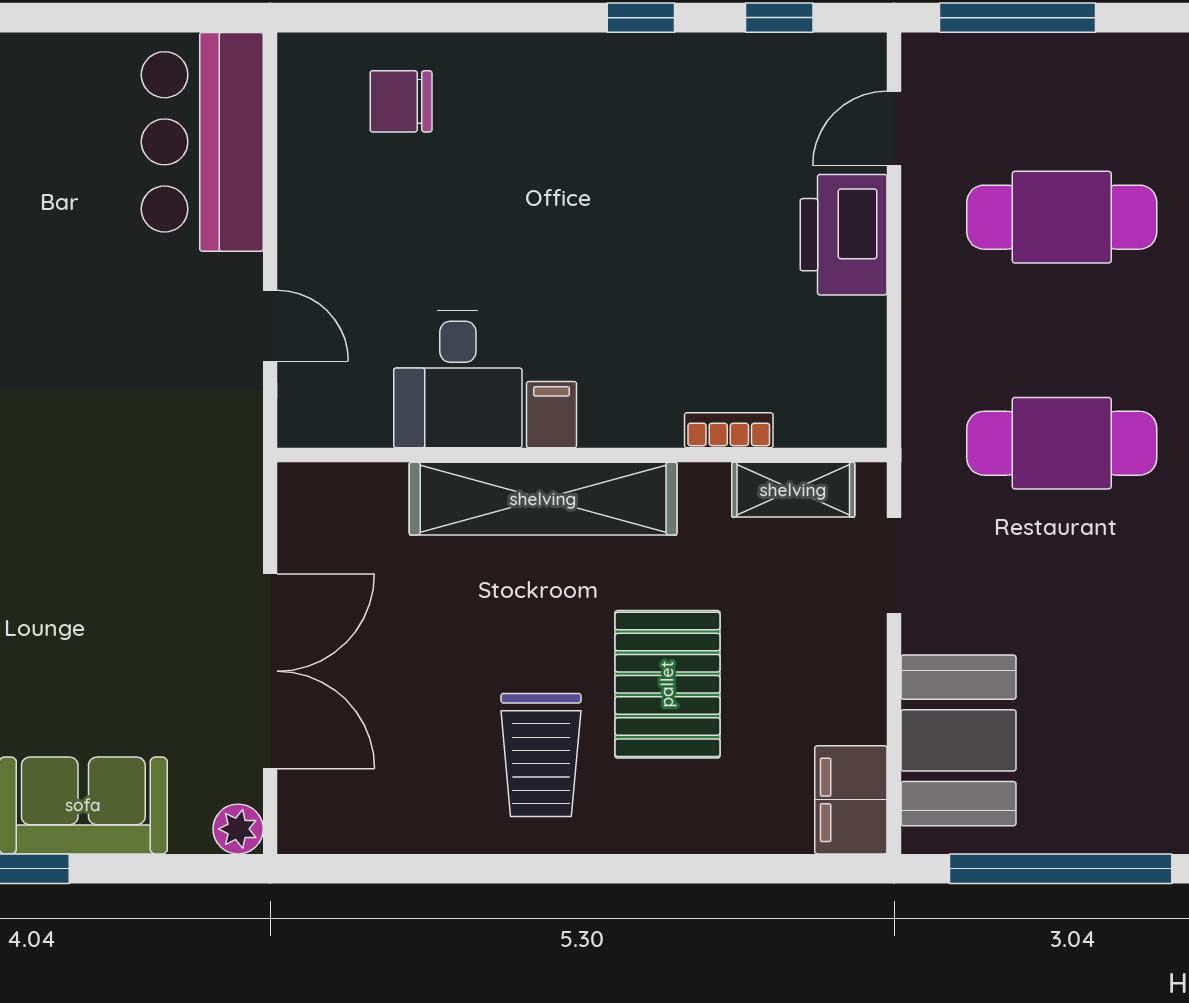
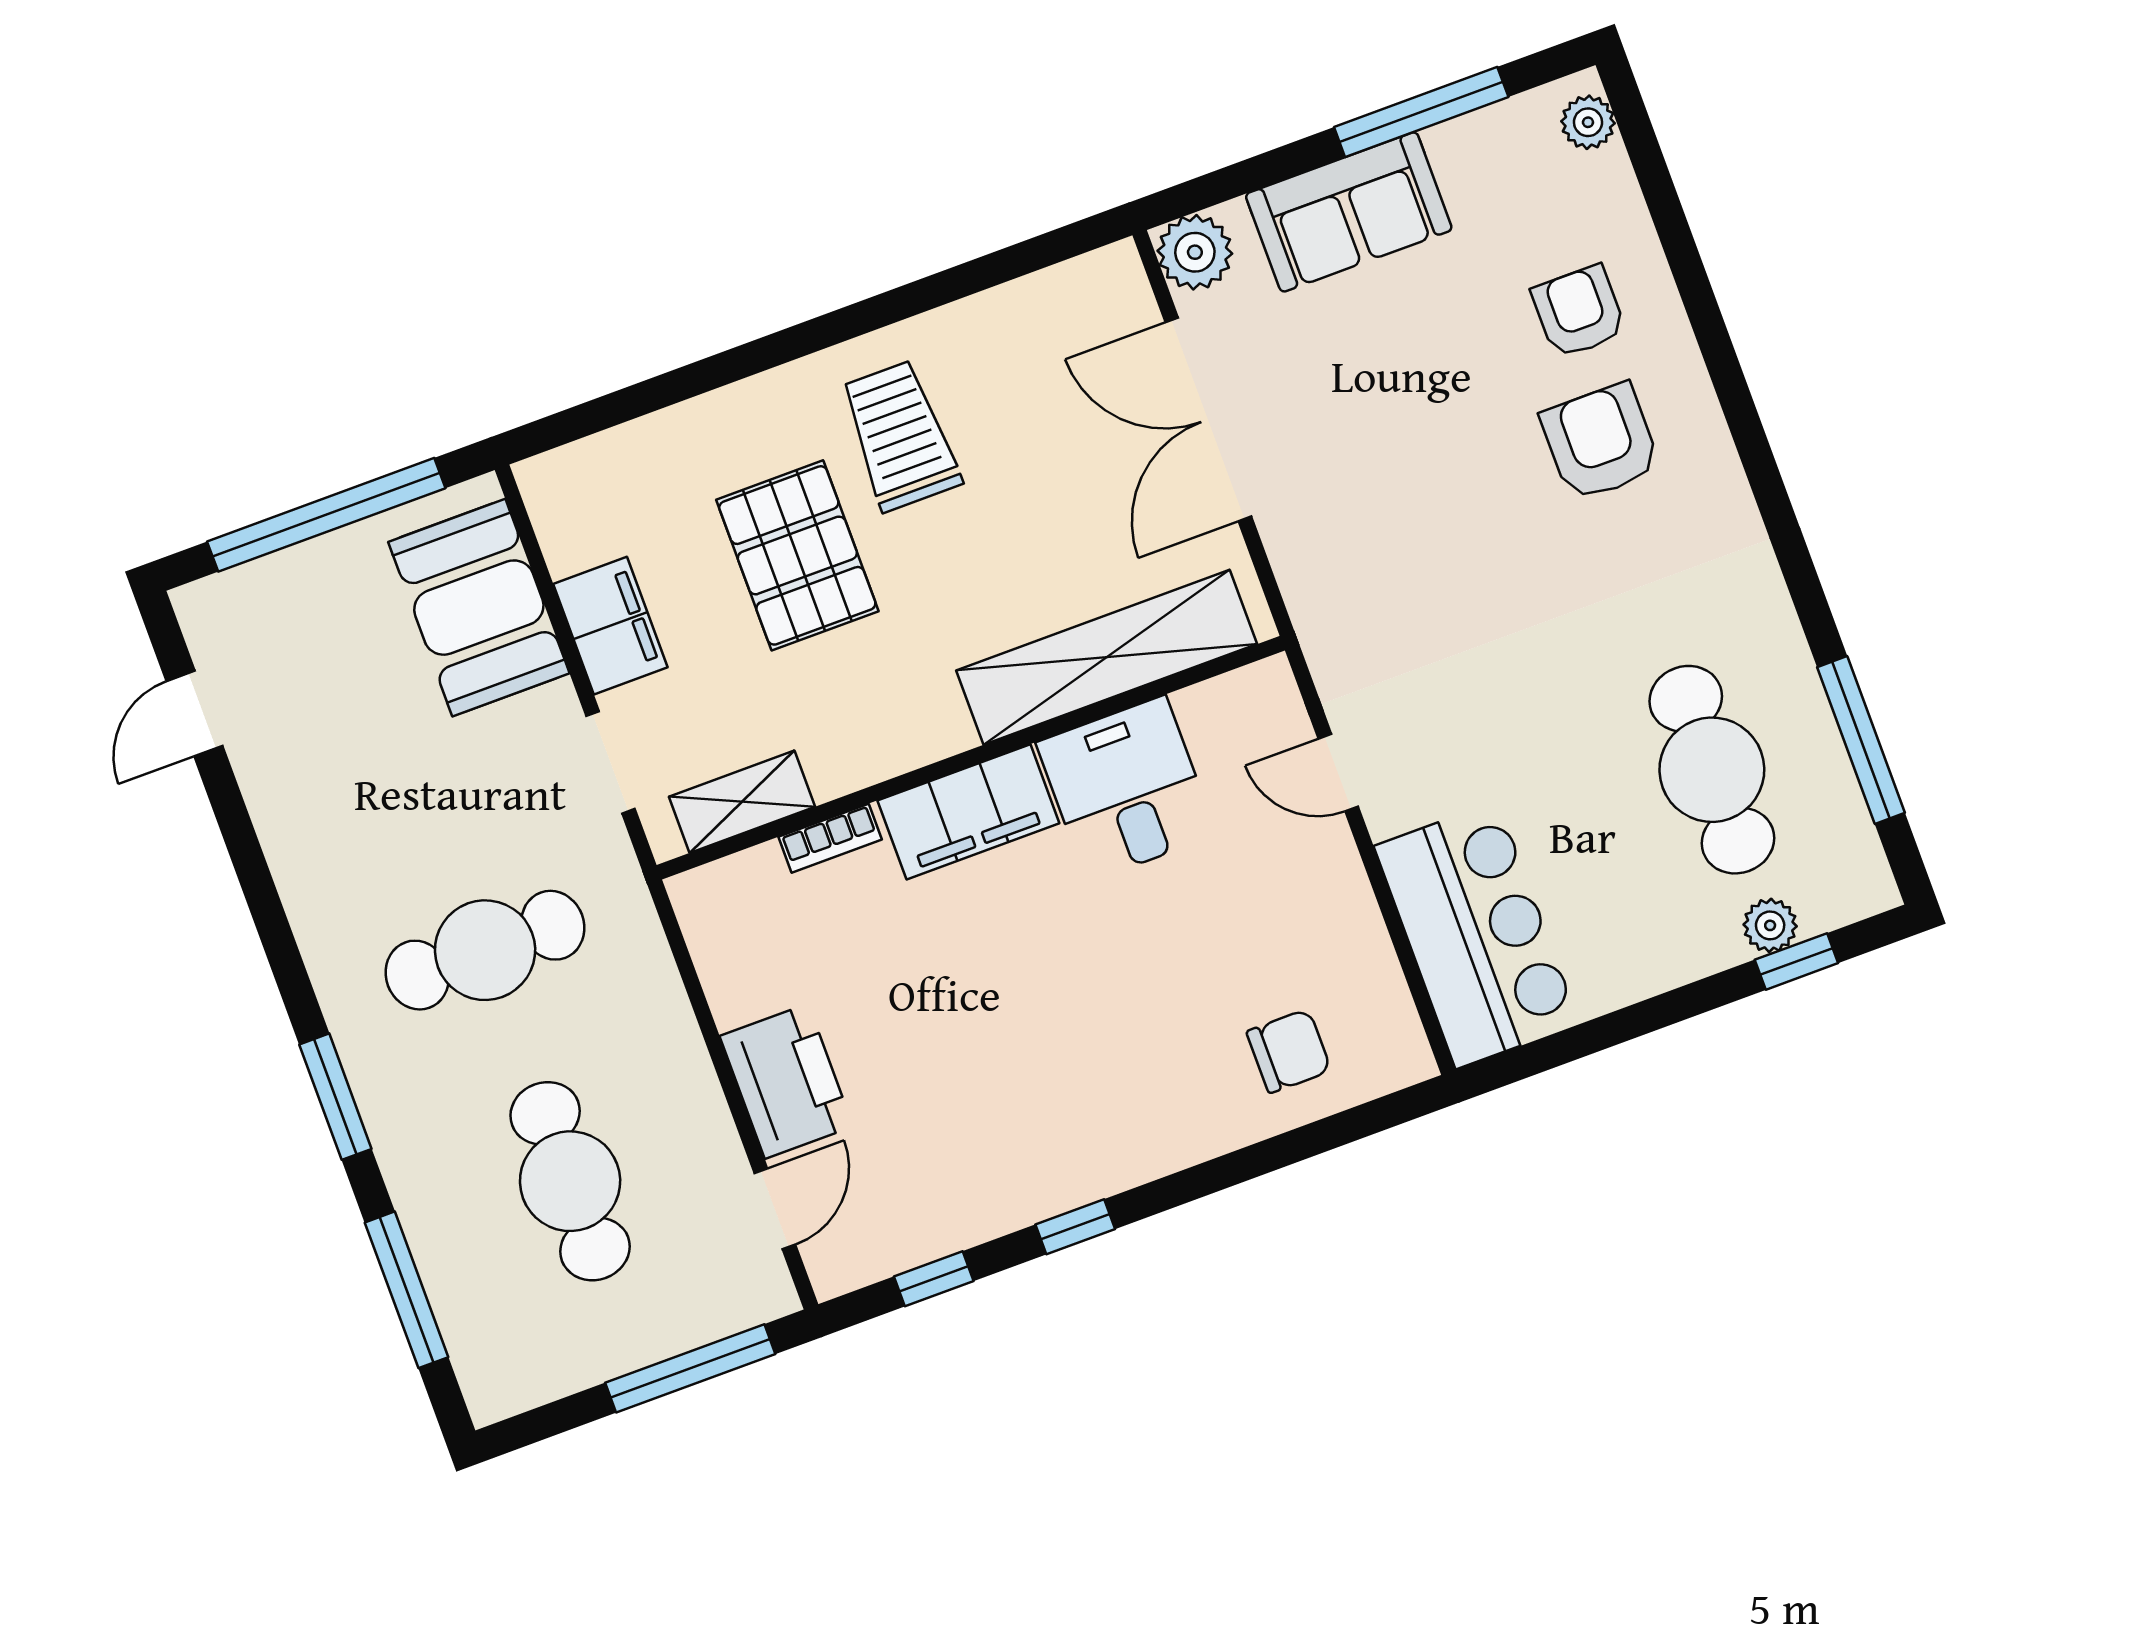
cafe table: (1062, 217) -> (570, 1181), turned 90
filing cabinet: (551, 415) -> (968, 812), width x3.00, depth x1.17
shelving: (543, 499) -> (1107, 657), moved
filing cabinet: (851, 800) -> (610, 626), moved
plant: (238, 829) -> (1195, 252), width x1.38, depth x1.38

